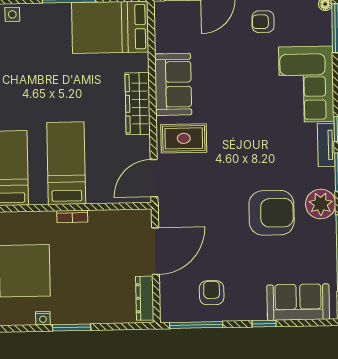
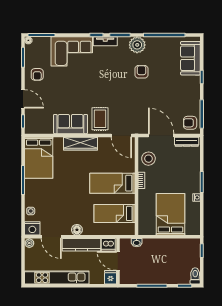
armchair: (272, 213) -> (142, 72), width x0.53, depth x0.53
stool: (113, 229) -> (148, 159), added
armchair: (212, 293) -> (190, 123), moved

